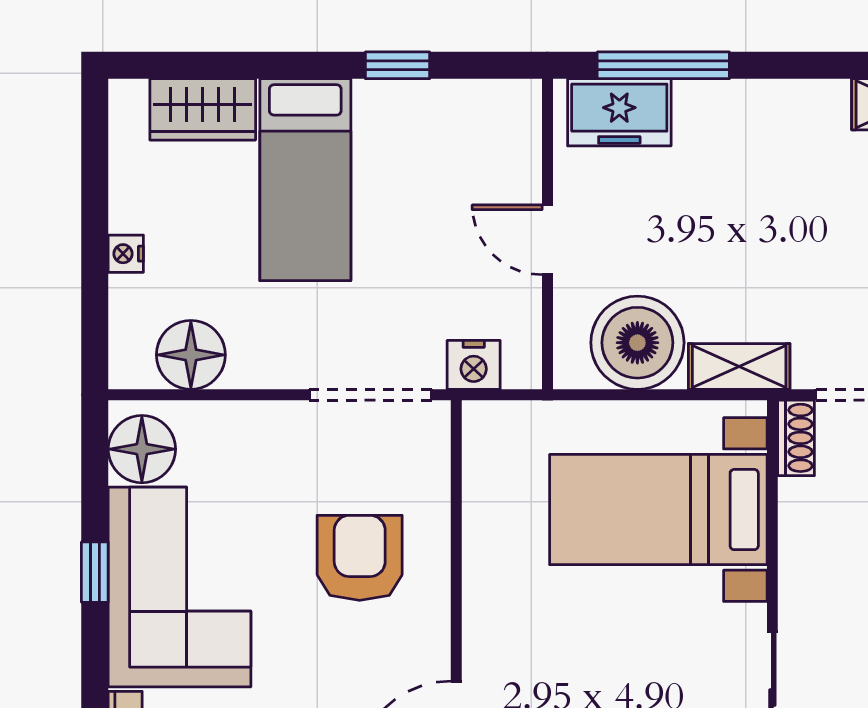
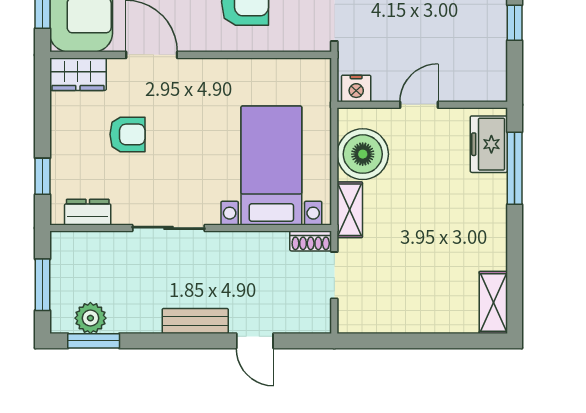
nightstand: (474, 365) -> (356, 88), moved, turned -90

